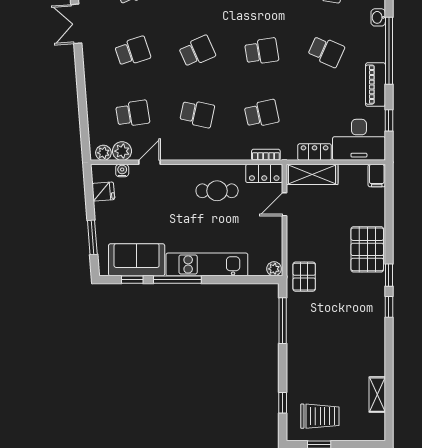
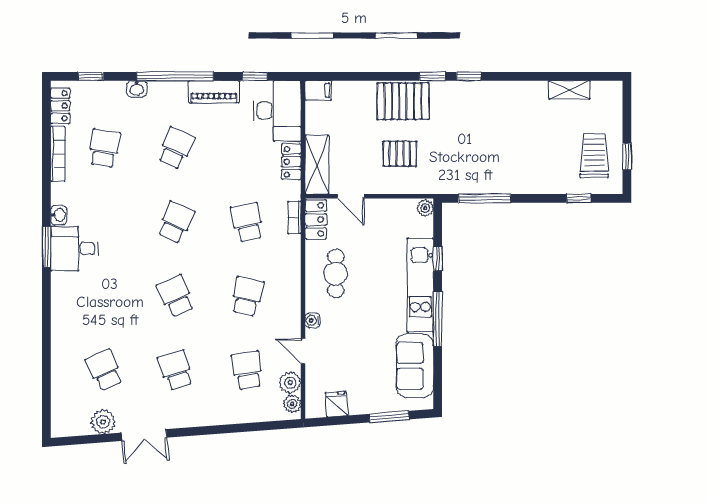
school desk: (262, 51) -> (176, 222), turned 33
water cooler: (122, 171) -> (312, 320), moved
pallet: (304, 277) -> (400, 154), moved
window: (132, 280) -> (438, 258), moved

